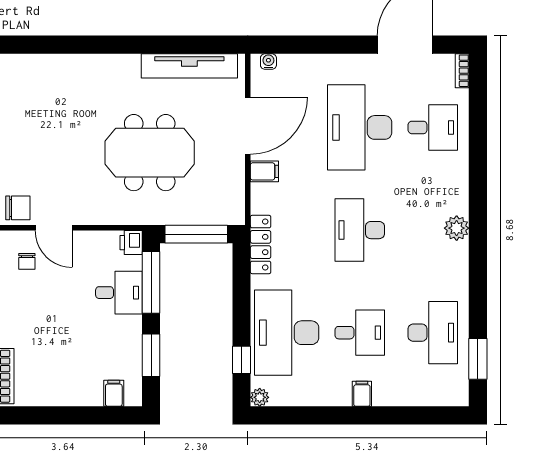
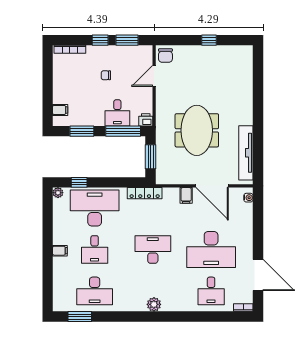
desk: (360, 127) -> (211, 249), turned 180
window: (196, 234) -> (151, 157), width x0.69
chair: (27, 261) -> (106, 75), moved

